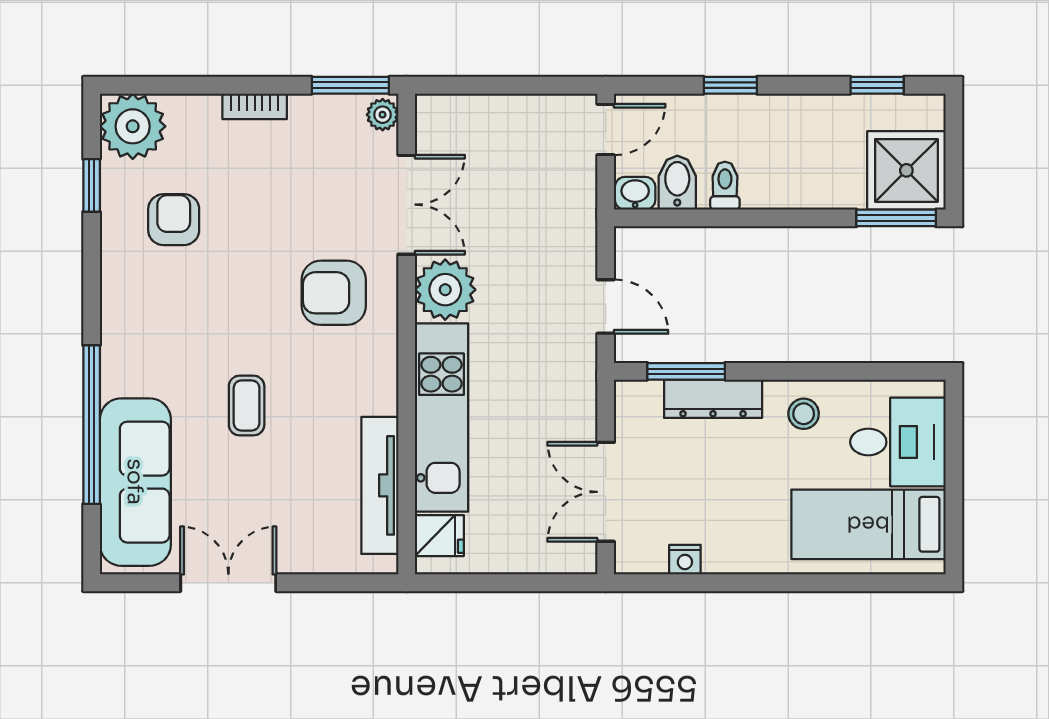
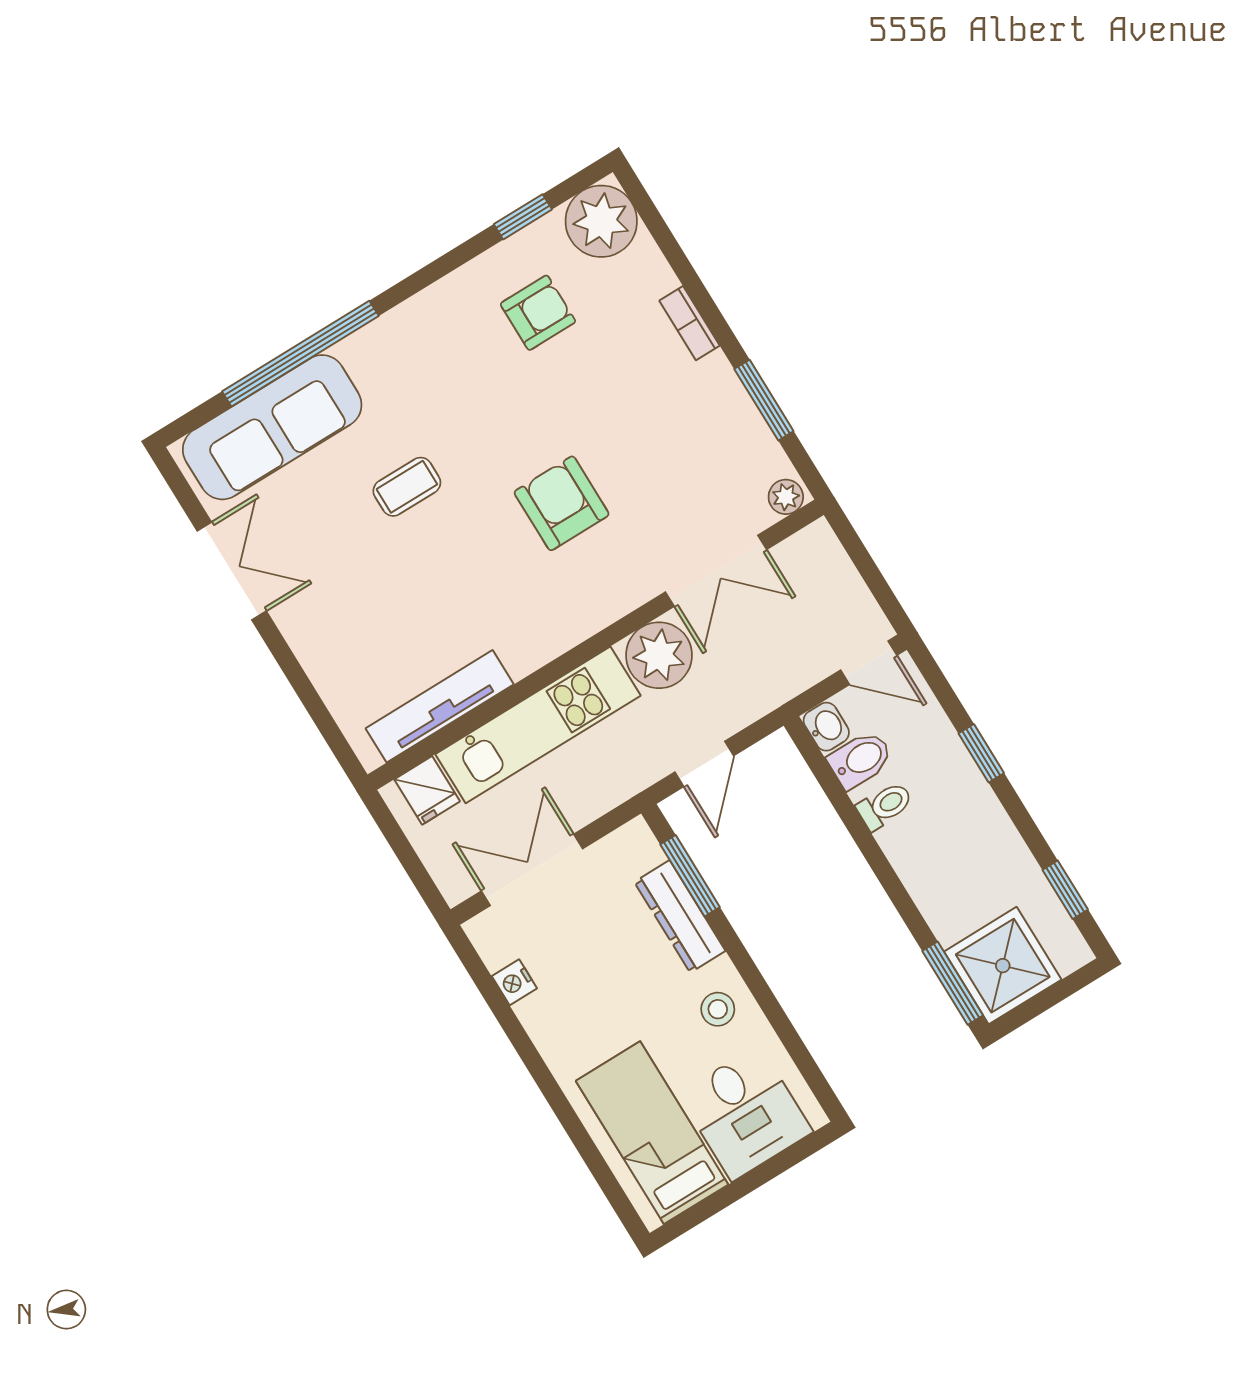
plant: (383, 115) -> (786, 497), moved
double door: (407, 205) -> (716, 571), moved
plant: (445, 290) -> (659, 655), moved
wall: (407, 334) -> (596, 645), moved
kitchen unit: (441, 418) -> (538, 725), moved
tv unit: (380, 485) -> (440, 706), moved
fridge: (439, 536) -> (427, 790), moved

